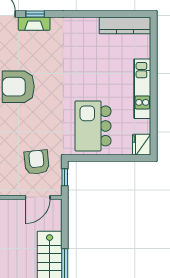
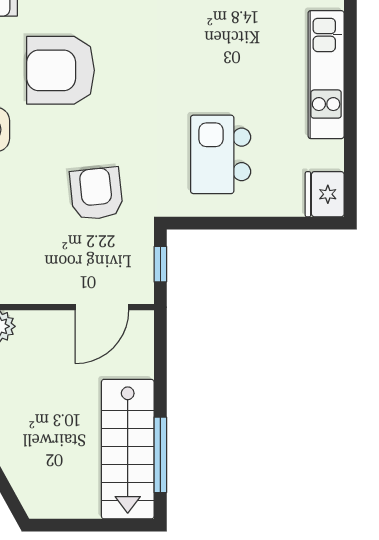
kitchen island: (93, 126) -> (221, 154), width x0.73, depth x0.78
armchair: (37, 162) -> (96, 194), moved

